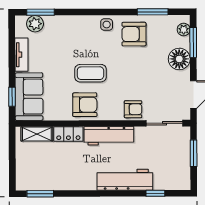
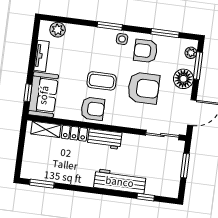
window: (40, 12) -> (110, 26), moved
armchair: (133, 109) -> (143, 88), moved, width x1.88, depth x1.88
workbench: (109, 136) -> (105, 139), width x0.73

